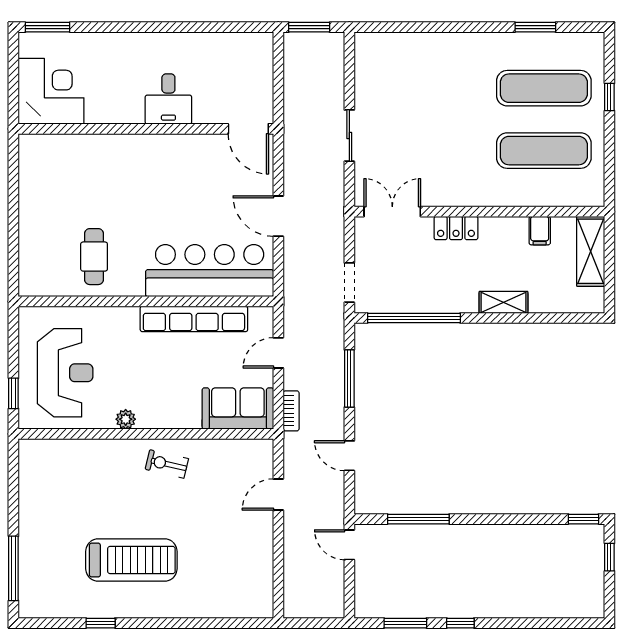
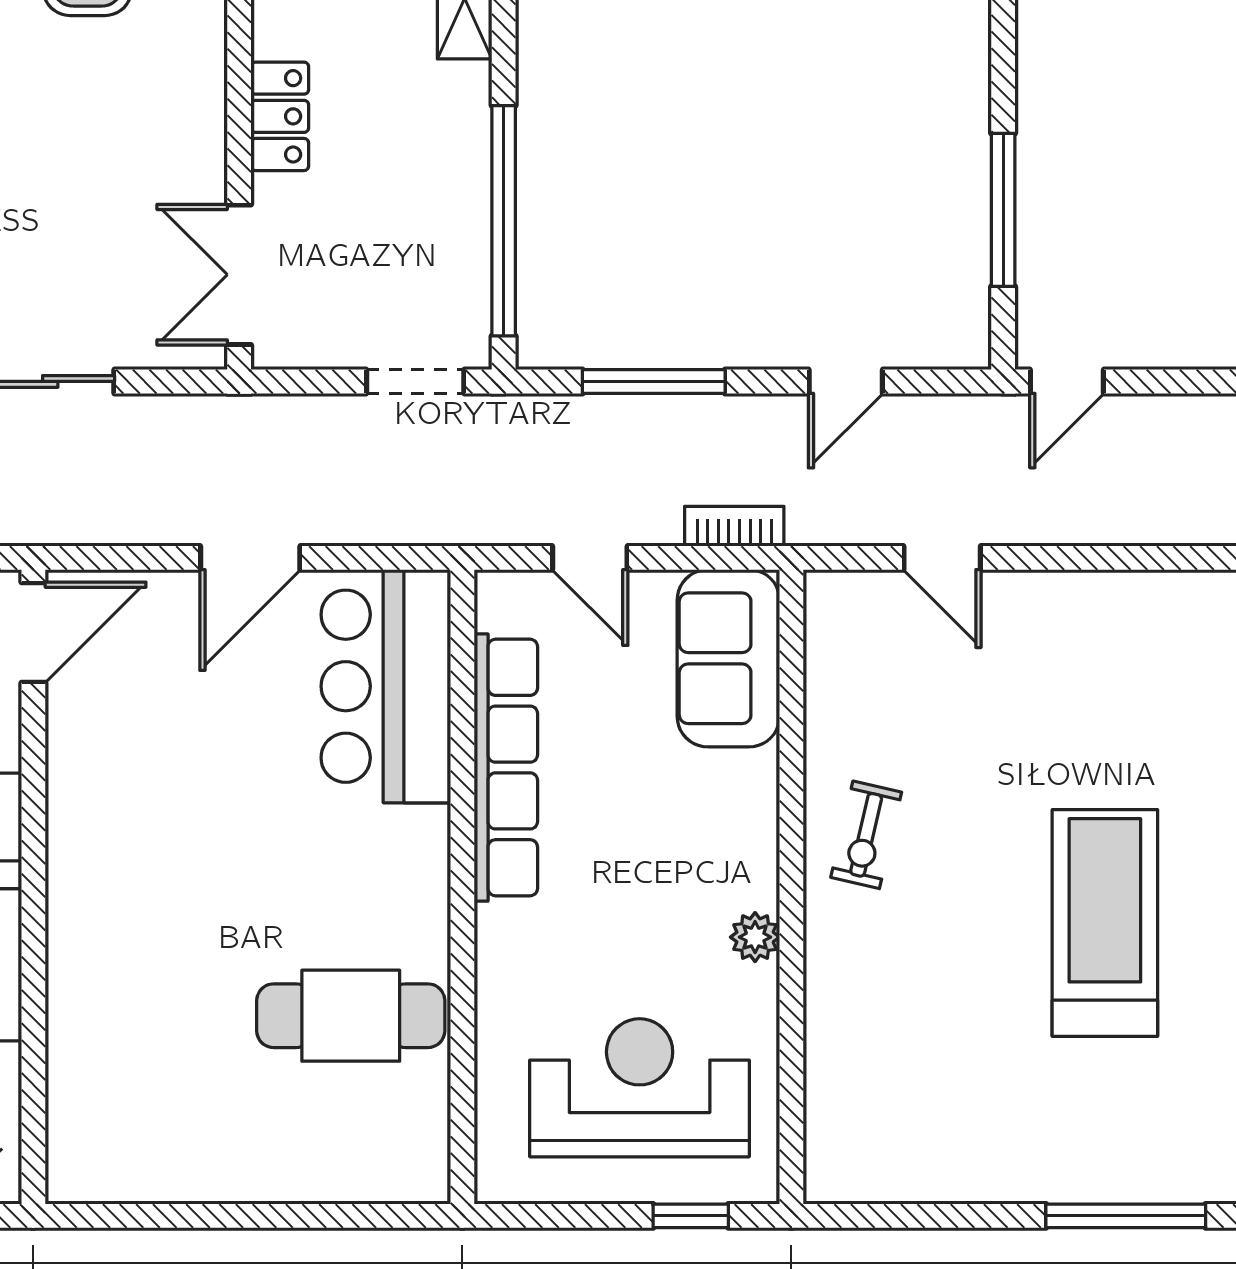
cafe table: (94, 257) -> (351, 1016), width x1.37, depth x1.35
bar counter: (210, 271) -> (386, 686), width x0.73

